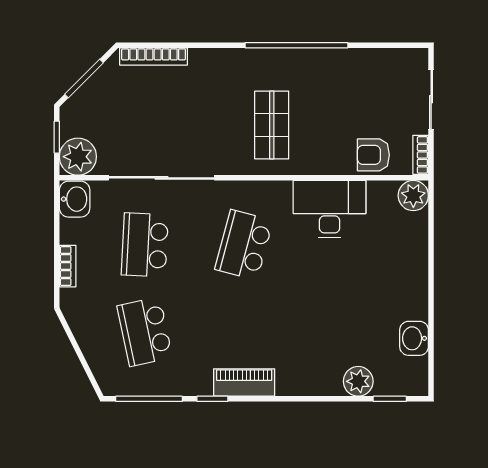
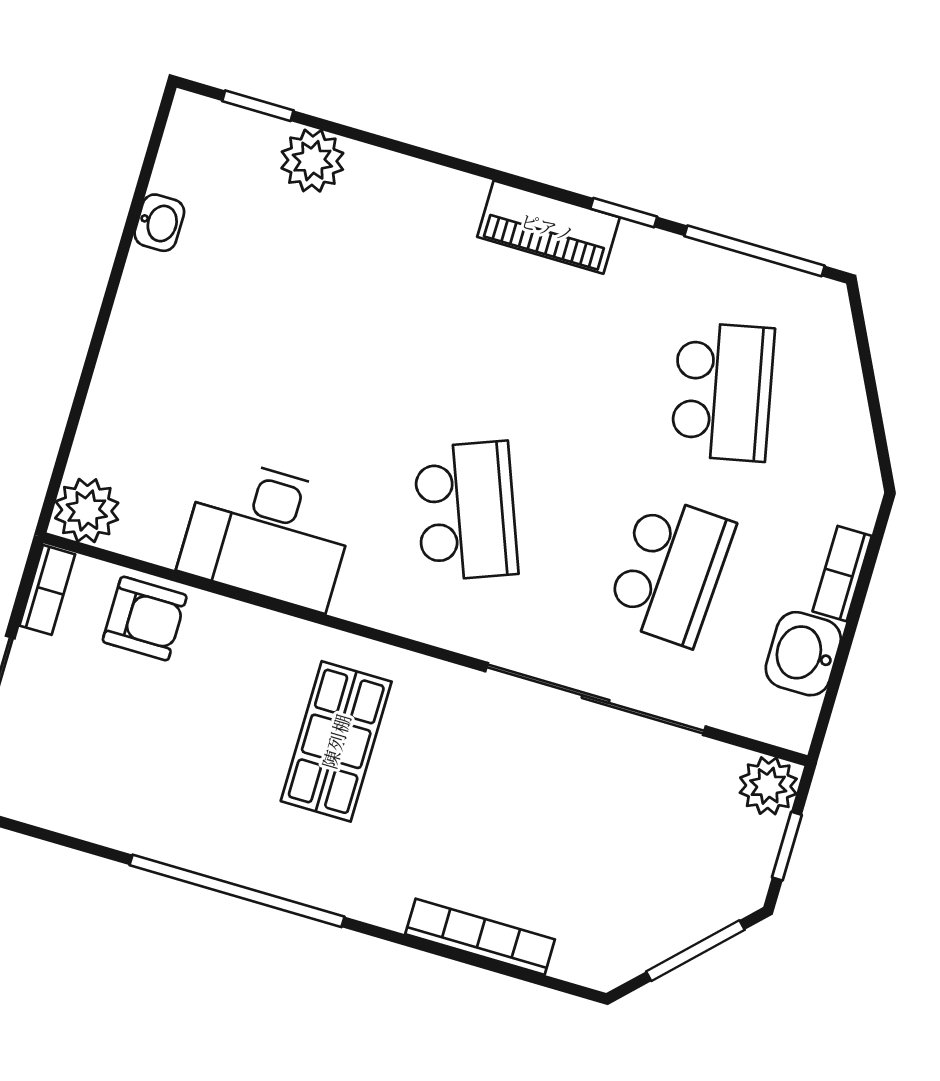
bookcase: (154, 57) -> (480, 937), moved
plant: (78, 157) -> (768, 786), width x0.73, depth x0.73
washbasin: (75, 199) -> (803, 654), moved
school desk: (244, 245) -> (466, 511), turned -36
washbasin: (414, 338) -> (159, 223), width x0.72, depth x0.69

